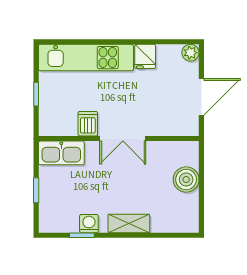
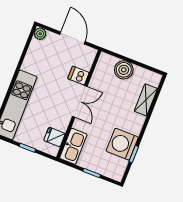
fridge: (145, 56) -> (54, 137), moved, turned 180
dishwasher: (88, 124) -> (78, 76), moved
shelving: (129, 223) -> (146, 100), moved
washing machine: (89, 224) -> (122, 144), width x1.89, depth x1.89

